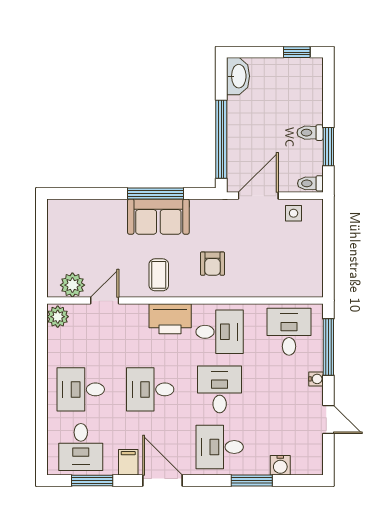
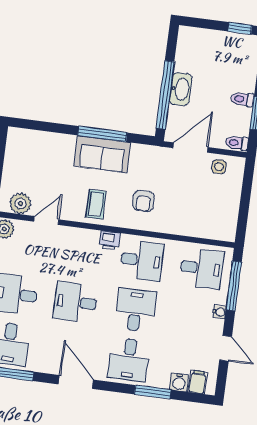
washbasin: (238, 76) -> (181, 89), moved
printer: (170, 319) -> (110, 241), width x0.53, depth x0.68
desk: (289, 332) -> (202, 268), turned 90
desk: (220, 447) -> (129, 360), turned -90
filing cabinet: (128, 462) -> (198, 382), moved

